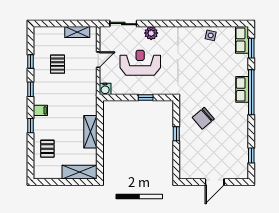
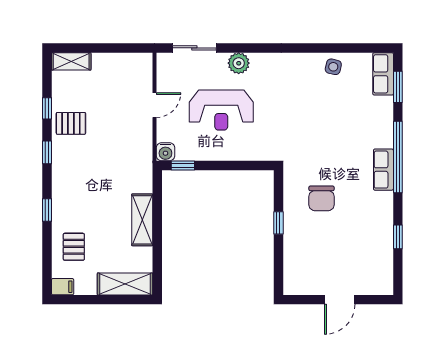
shelving: (77, 32) -> (71, 61), moved
reception desk: (140, 63) -> (221, 110), turned 180
pallet: (57, 64) -> (71, 123), moved, turned 90
row of seats: (242, 89) -> (383, 170), moved
window: (146, 98) -> (183, 166), moved
filing cabinet: (40, 110) -> (63, 287), moved
chair: (203, 118) -> (321, 198), turned -49
window: (251, 155) -> (398, 237), moved

